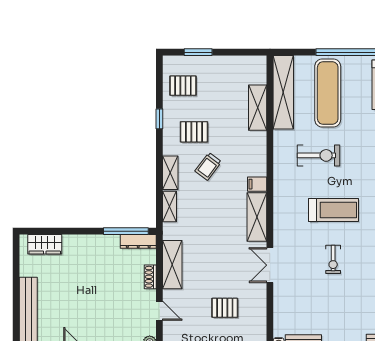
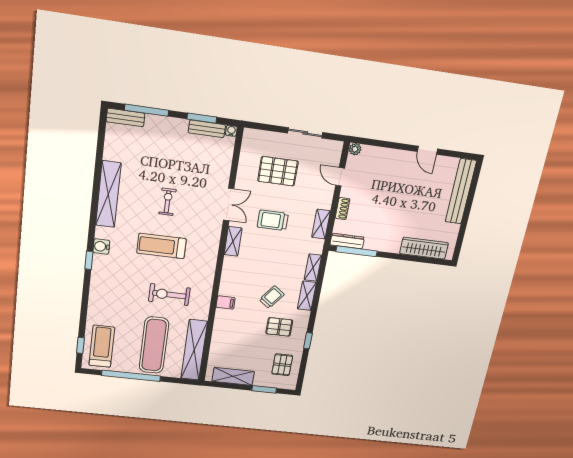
pallet: (183, 86) -> (282, 365), turned 90
shelving: (258, 108) -> (233, 376), moved, turned 90
filing cabinet: (257, 184) -> (226, 302), moved
shelving: (257, 217) -> (233, 241), width x0.67, depth x0.75
wardrobe: (45, 244) -> (424, 248), width x1.50
trolley: (221, 254) -> (273, 220), added
shelving: (172, 265) -> (321, 224), width x0.67, depth x0.75
pallet: (225, 308) -> (278, 171), width x1.50, depth x1.42

